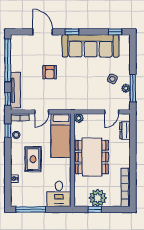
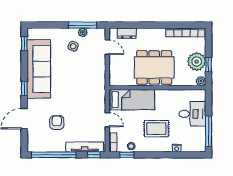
armchair: (50, 72) -> (57, 122), moved, turned -90
plant: (79, 118) -> (201, 81), moved
desk: (59, 194) -> (192, 114), moved

